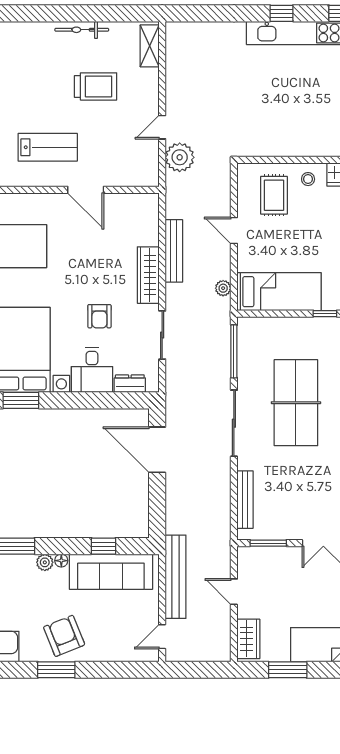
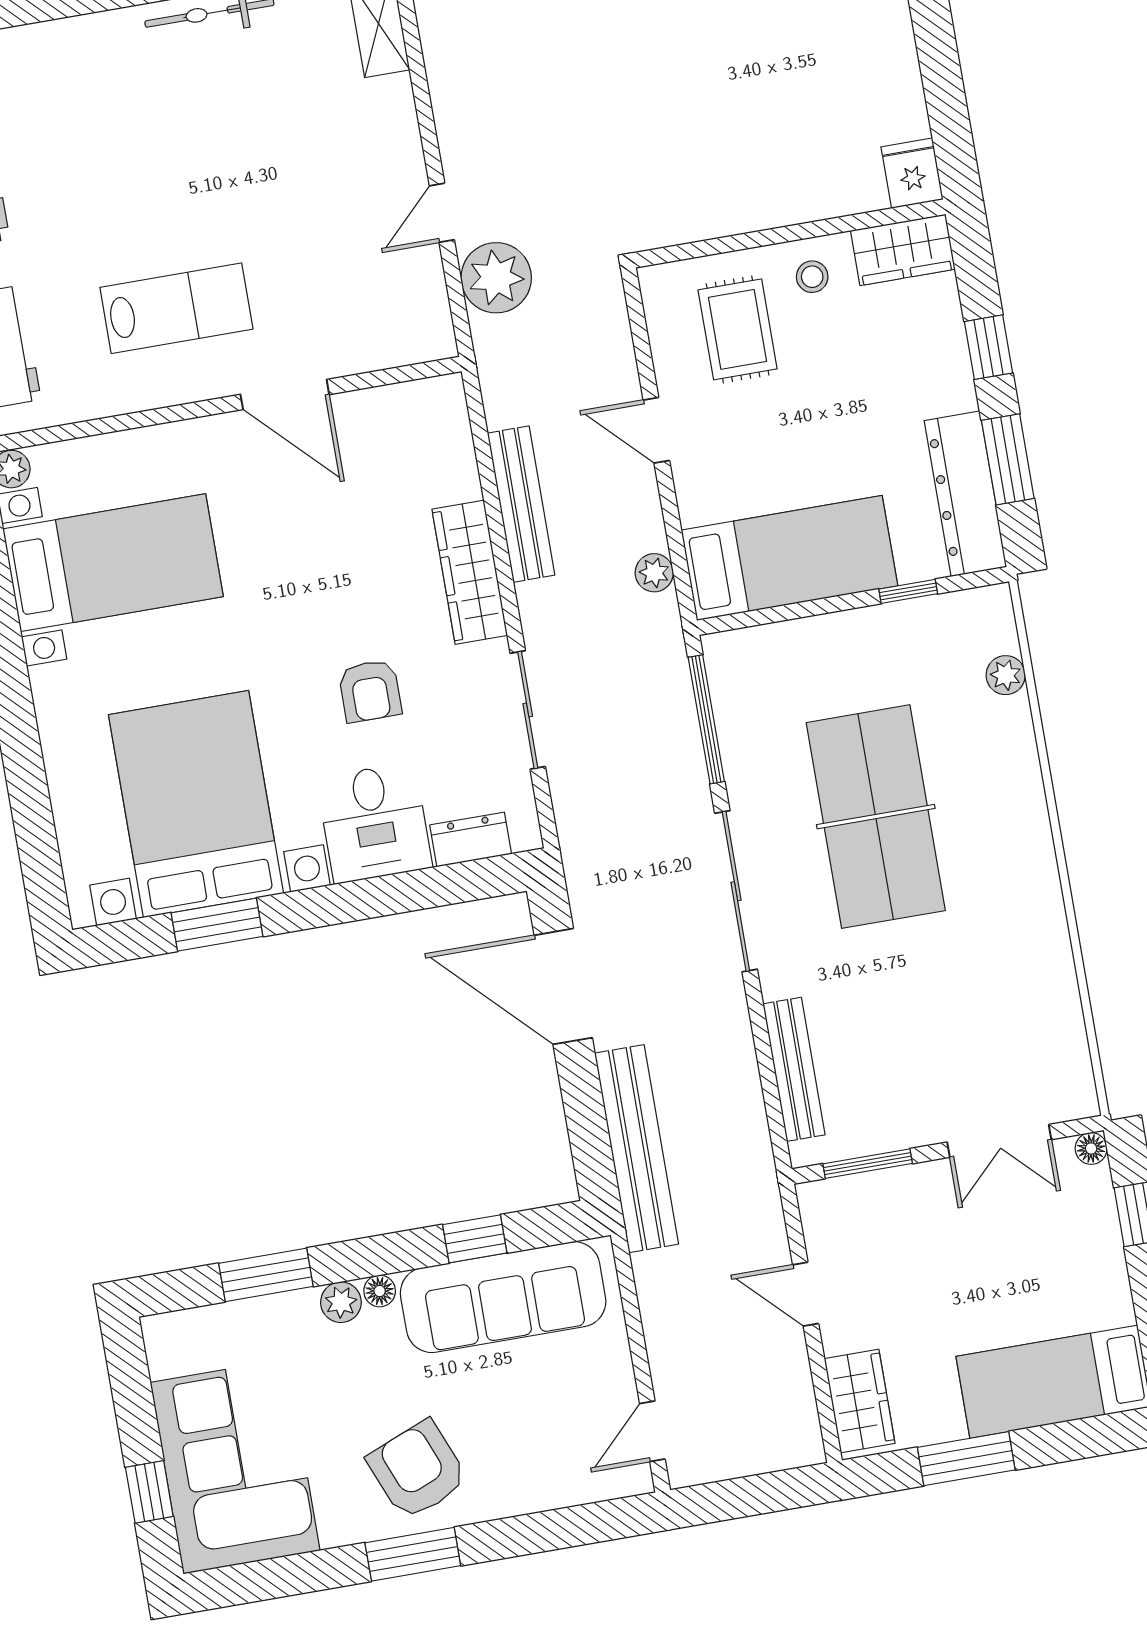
trolley: (96, 86) -> (266, 143), removed
bench: (176, 577) -> (636, 1149), moved

